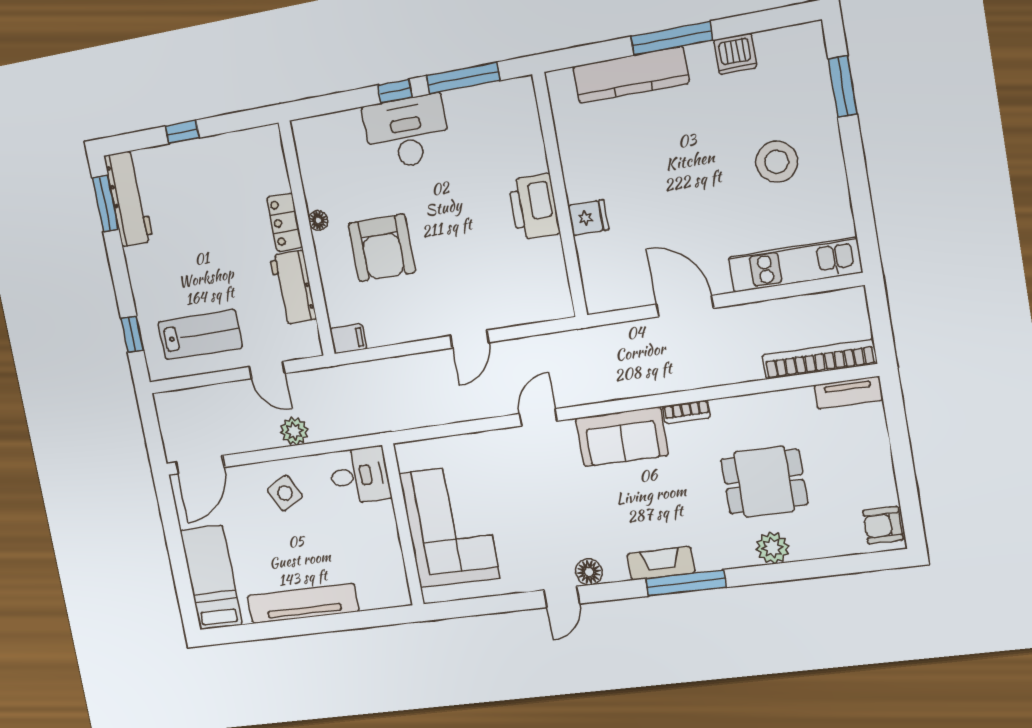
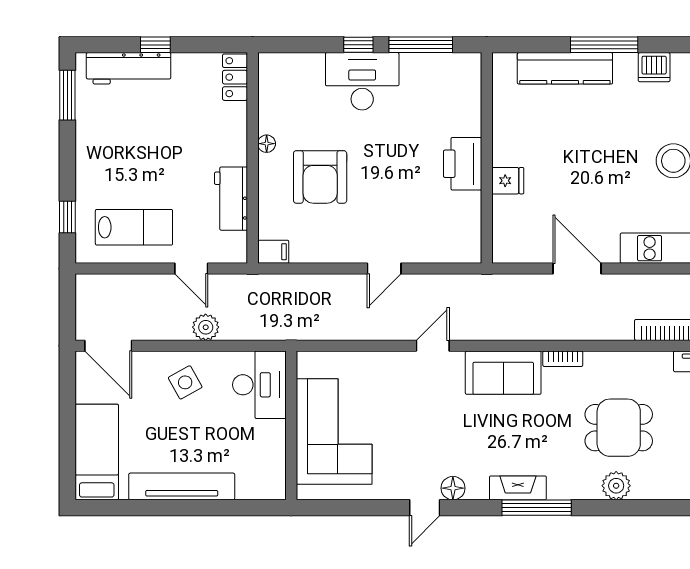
workbench: (129, 199) -> (129, 68), moved, turned 90
locker: (285, 222) -> (235, 77), moved
door: (200, 465) -> (108, 346), hinge flipped
desk: (360, 475) -> (259, 385), width x1.37

